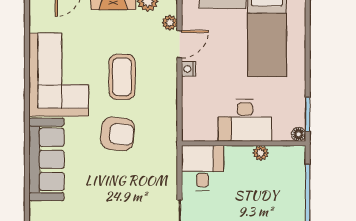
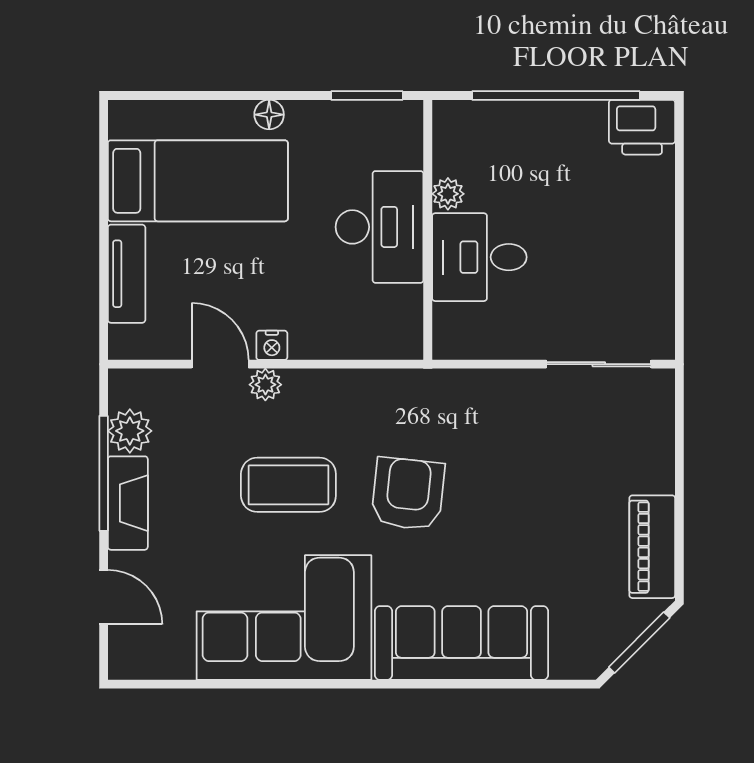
plant: (170, 23) -> (265, 385), moved
floor lamp: (299, 134) -> (269, 115), moved
desk: (202, 168) -> (479, 257), moved

